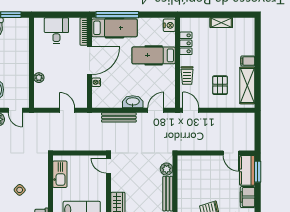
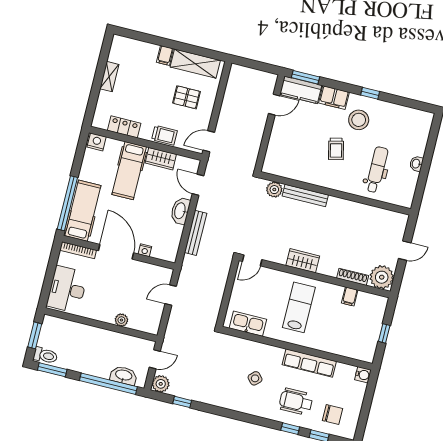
desk: (56, 31) -> (67, 289), width x1.37
wardrobe: (169, 77) -> (161, 159), added

